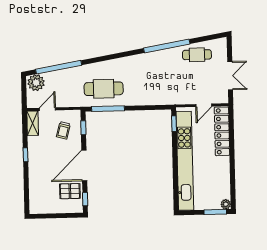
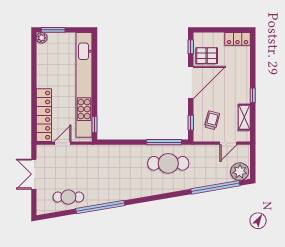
shelving: (33, 123) -> (244, 117), moved
locker: (41, 208) -> (237, 39), added

